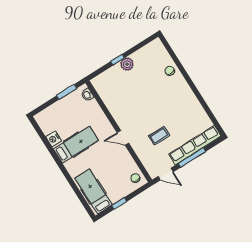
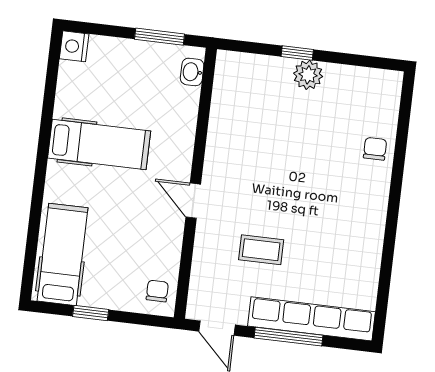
nightstand: (54, 139) -> (74, 46), moved

